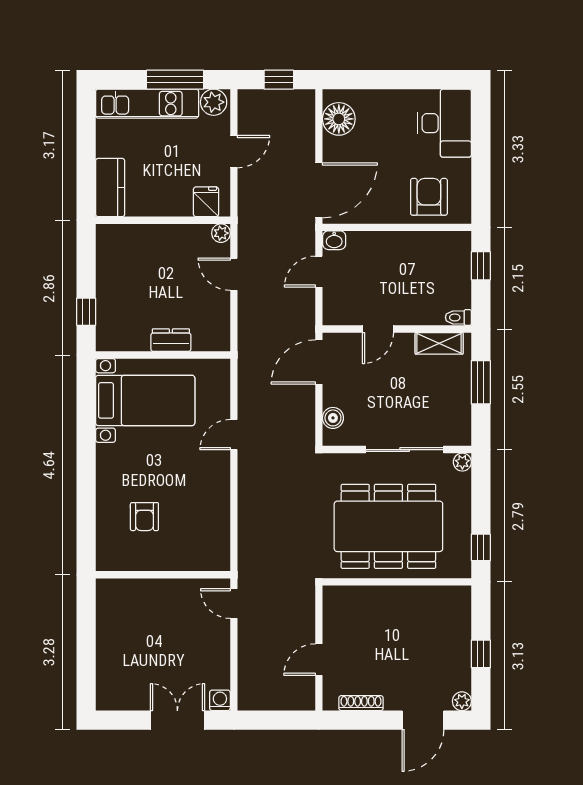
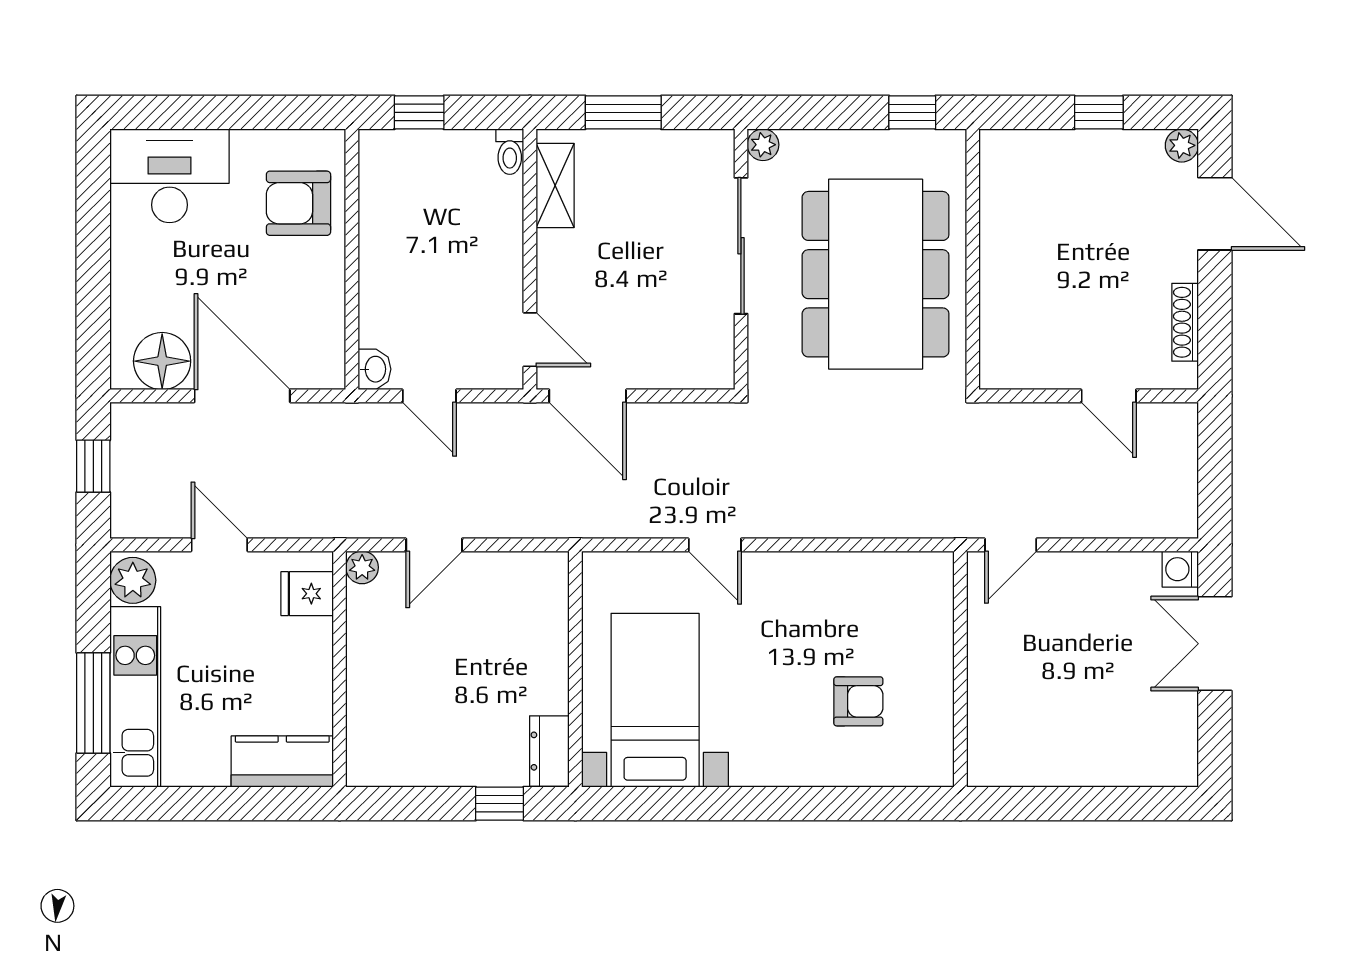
window: (175, 80) -> (93, 703), moved
door: (319, 190) -> (242, 396), moved
door: (378, 329) -> (530, 340), moved
dresser: (171, 340) -> (549, 751), moved
boiler: (333, 418) -> (686, 371), removed

